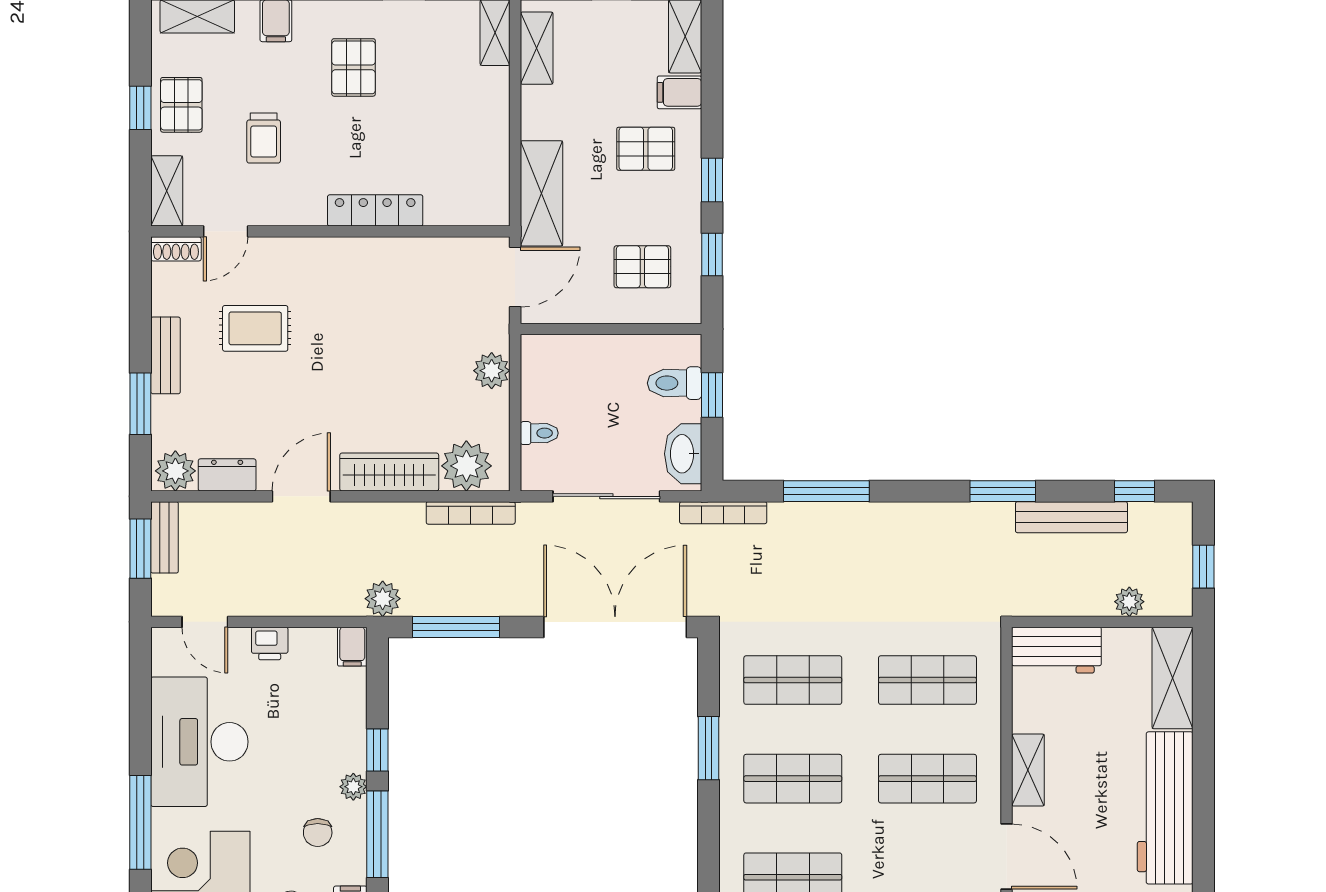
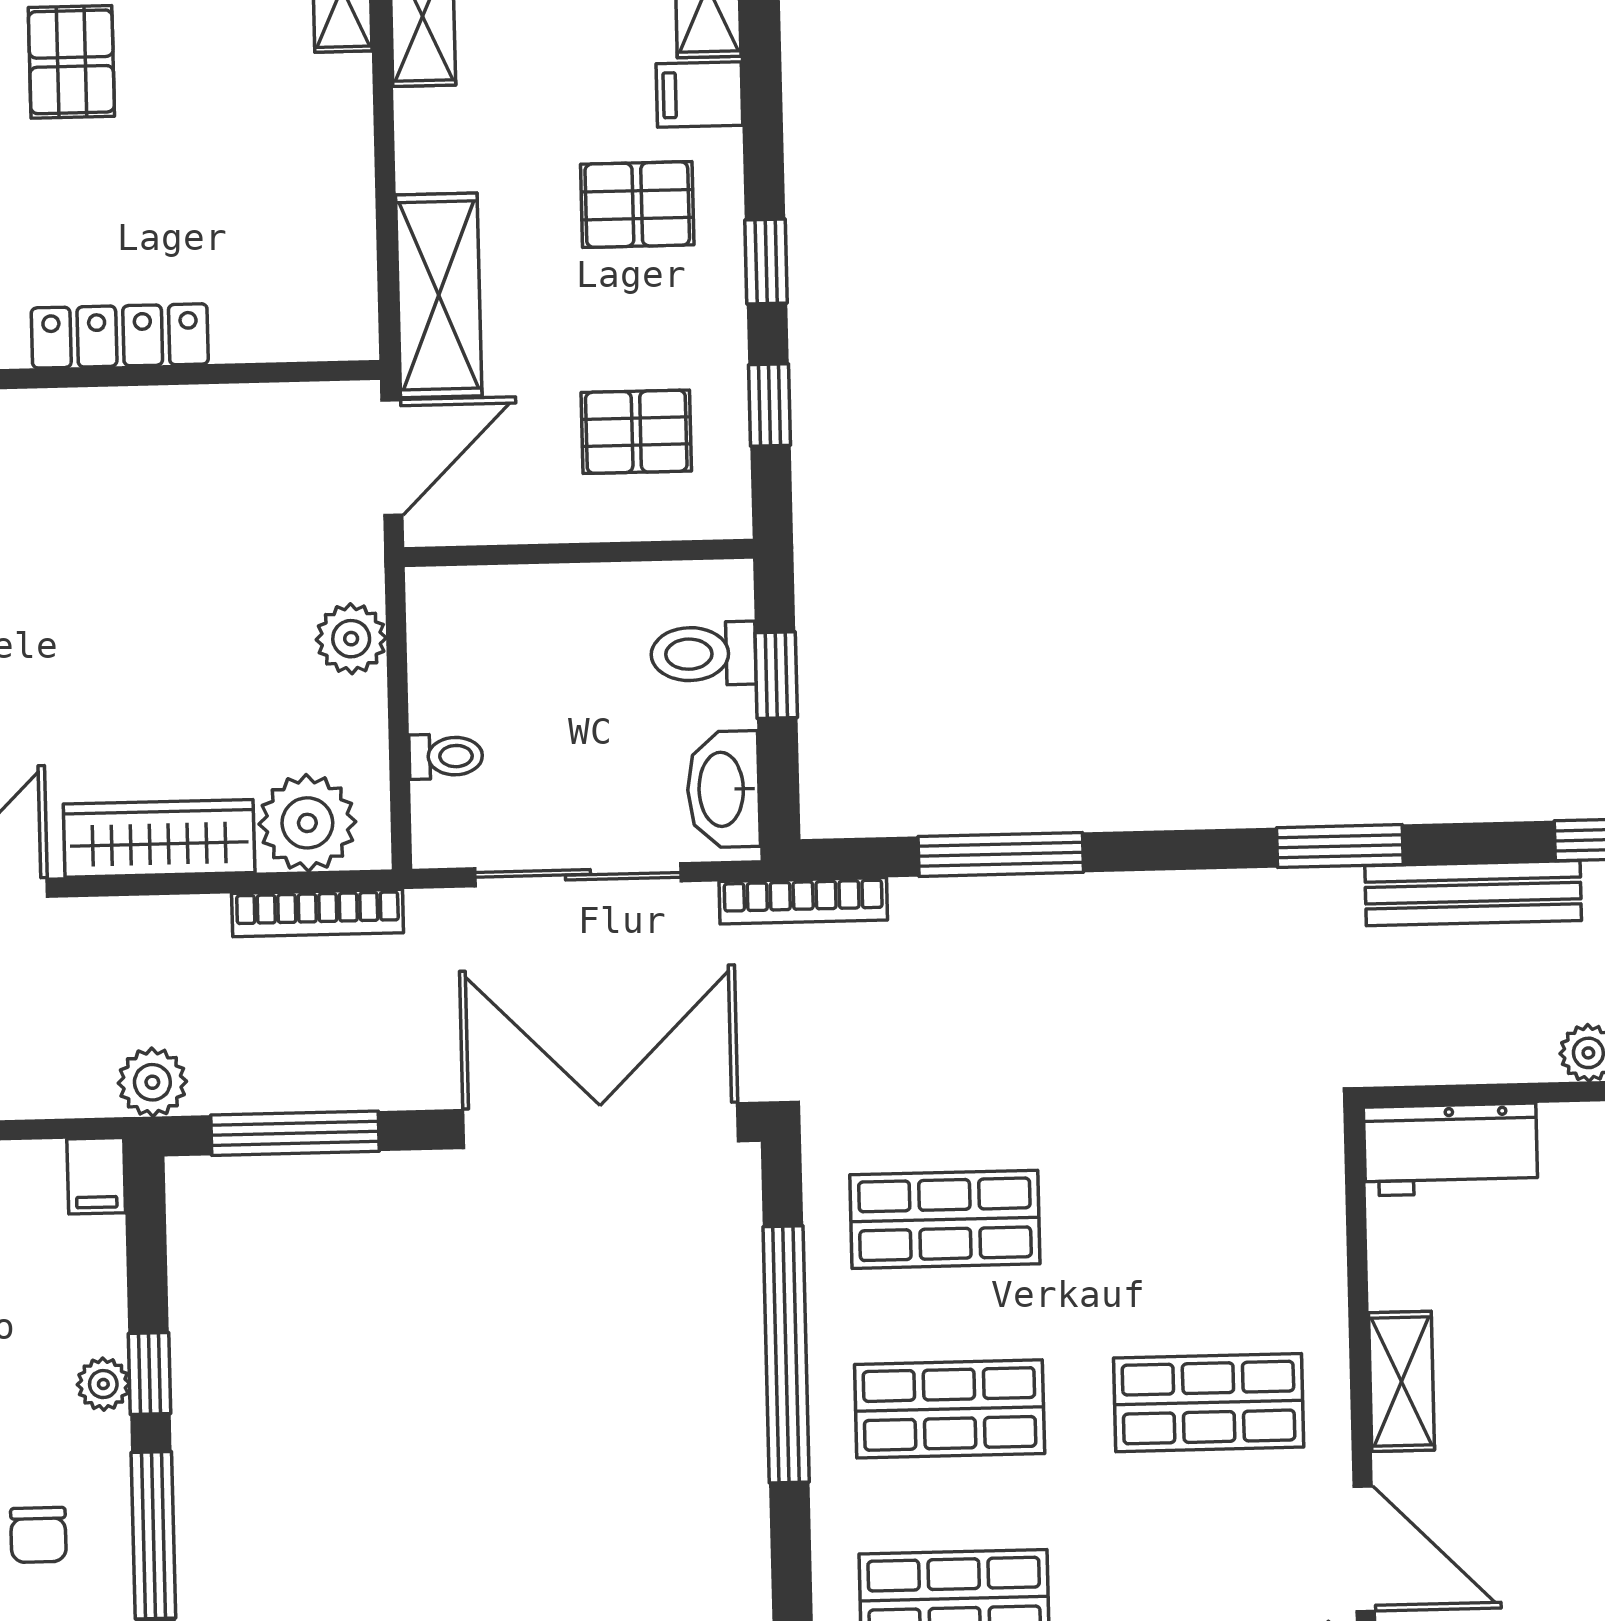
shop shelf: (927, 680) -> (1204, 1213), removed
window: (709, 748) -> (786, 1354), width x2.11
plant: (353, 787) -> (103, 1384), moved

